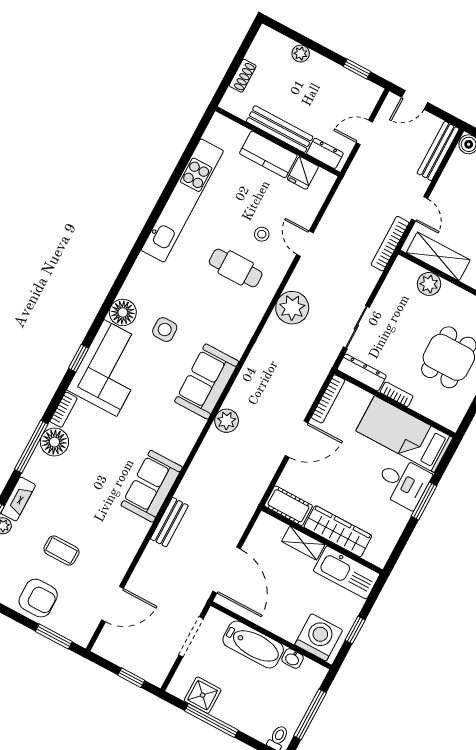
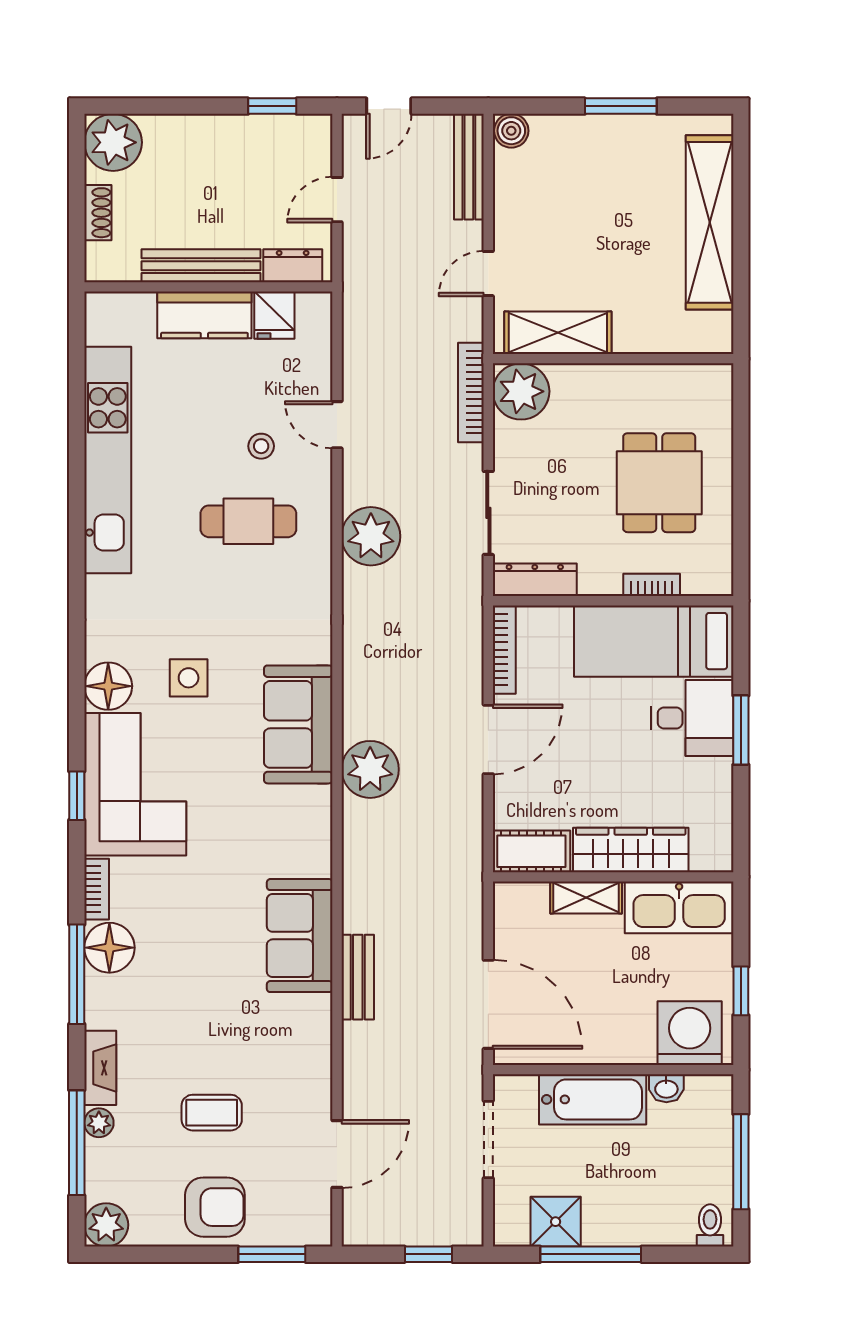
plant: (301, 54) -> (113, 142), moved, width x1.87, depth x1.87
door: (420, 209) -> (488, 274), swing flipped
bookcase: (390, 244) -> (471, 392), moved
plant: (429, 284) -> (521, 391), moved, width x1.36, depth x1.36
bookcase: (397, 394) -> (652, 585), moved
plant: (227, 421) -> (370, 769), width x1.36, depth x1.36

